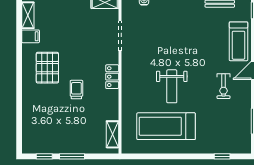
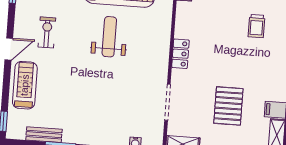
pallet: (47, 68) -> (228, 106), moved
trolley: (76, 90) -> (256, 26), moved

